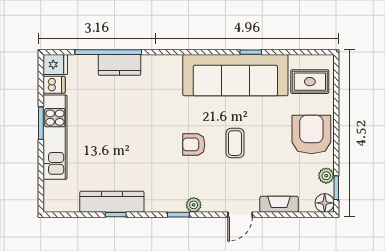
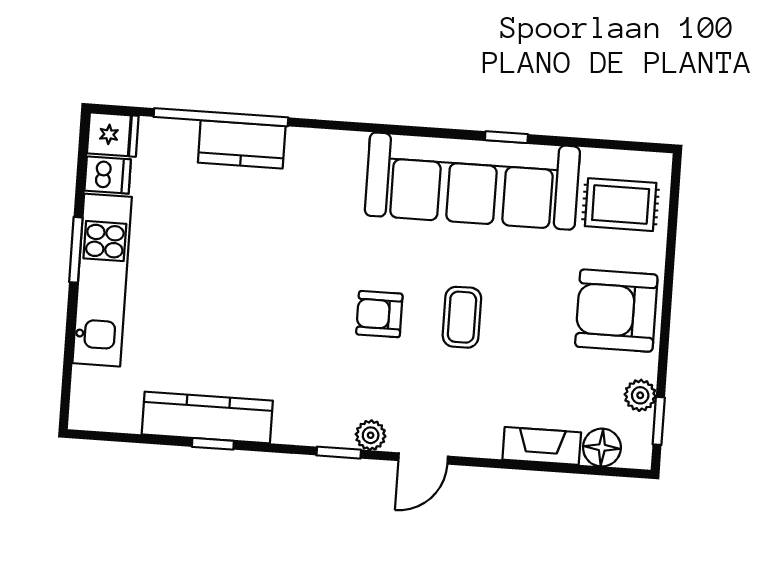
armchair: (311, 134) -> (616, 311), turned -90
floor lamp: (325, 203) -> (602, 448), moved
door: (240, 215) -> (423, 458), moved

